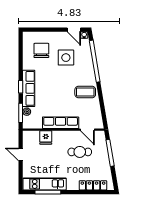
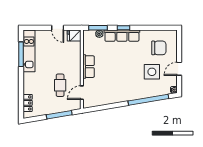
door: (74, 30) -> (179, 69), moved
coffee table: (85, 92) -> (118, 91), removed
row of seats: (61, 123) -> (88, 67), width x0.68
fridge: (46, 138) -> (74, 35), moved
door: (21, 154) -> (58, 28), swing flipped
locker: (93, 185) -> (28, 103), width x0.66

